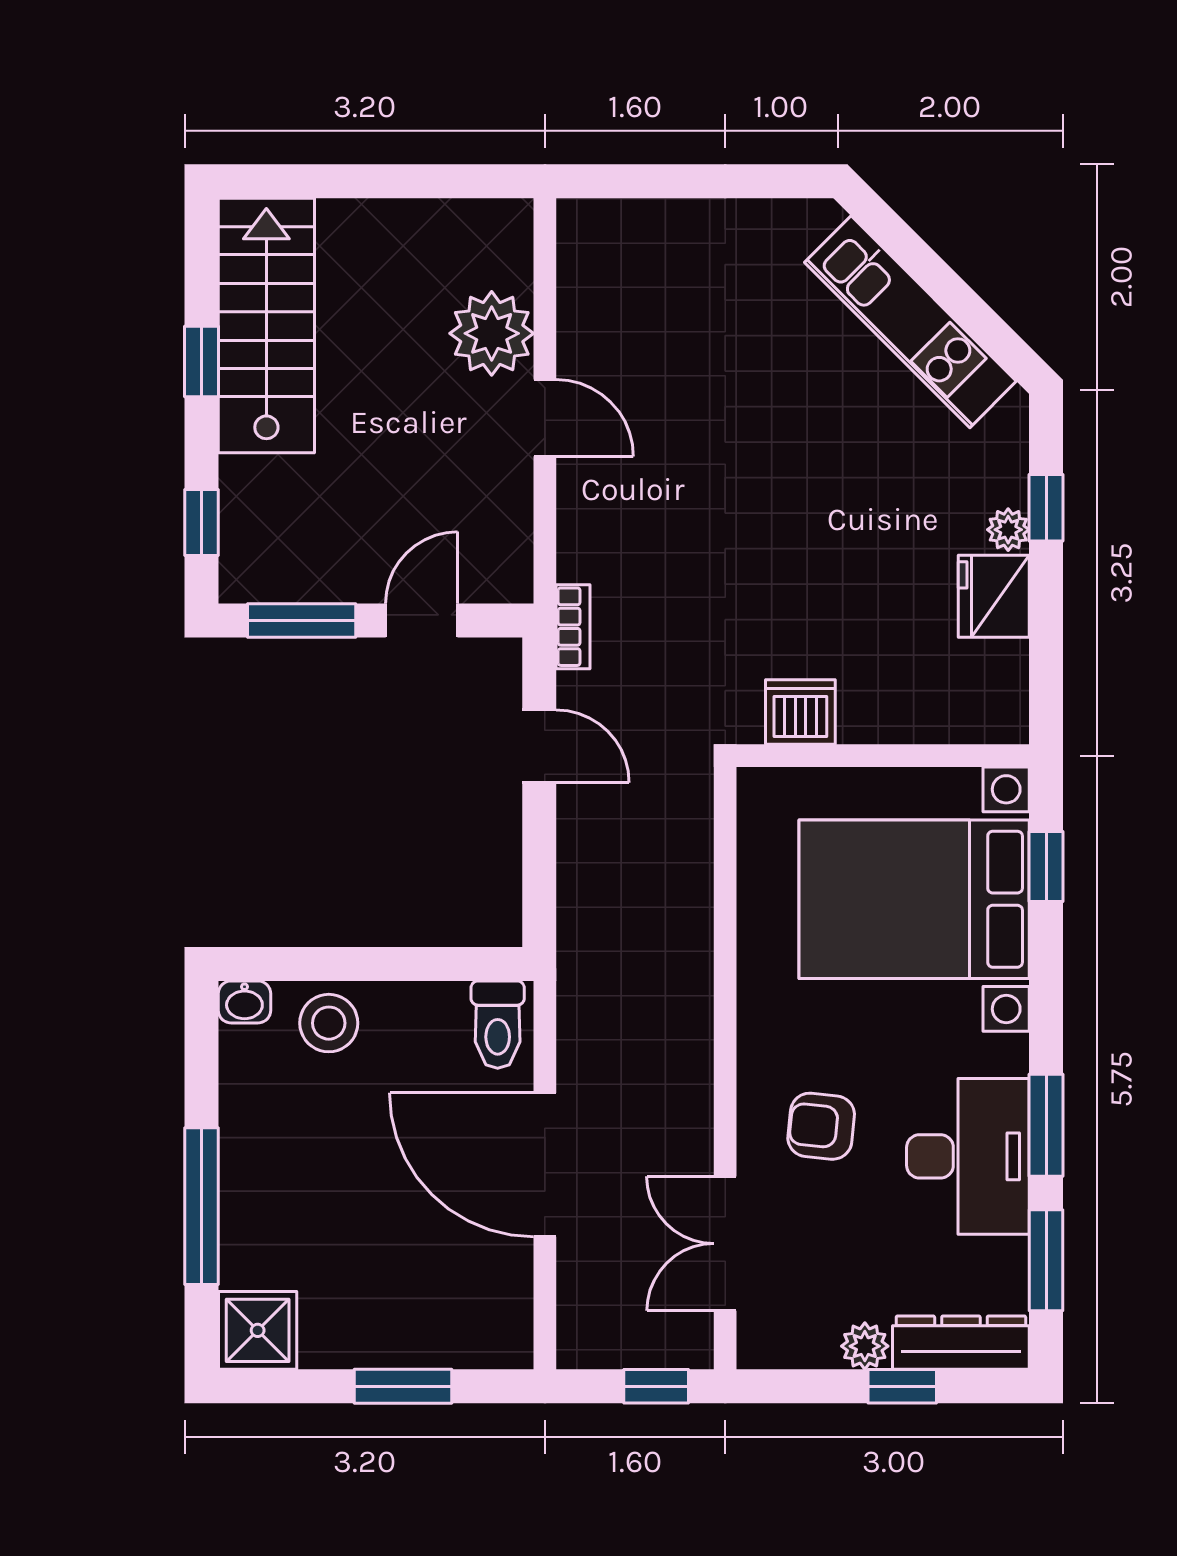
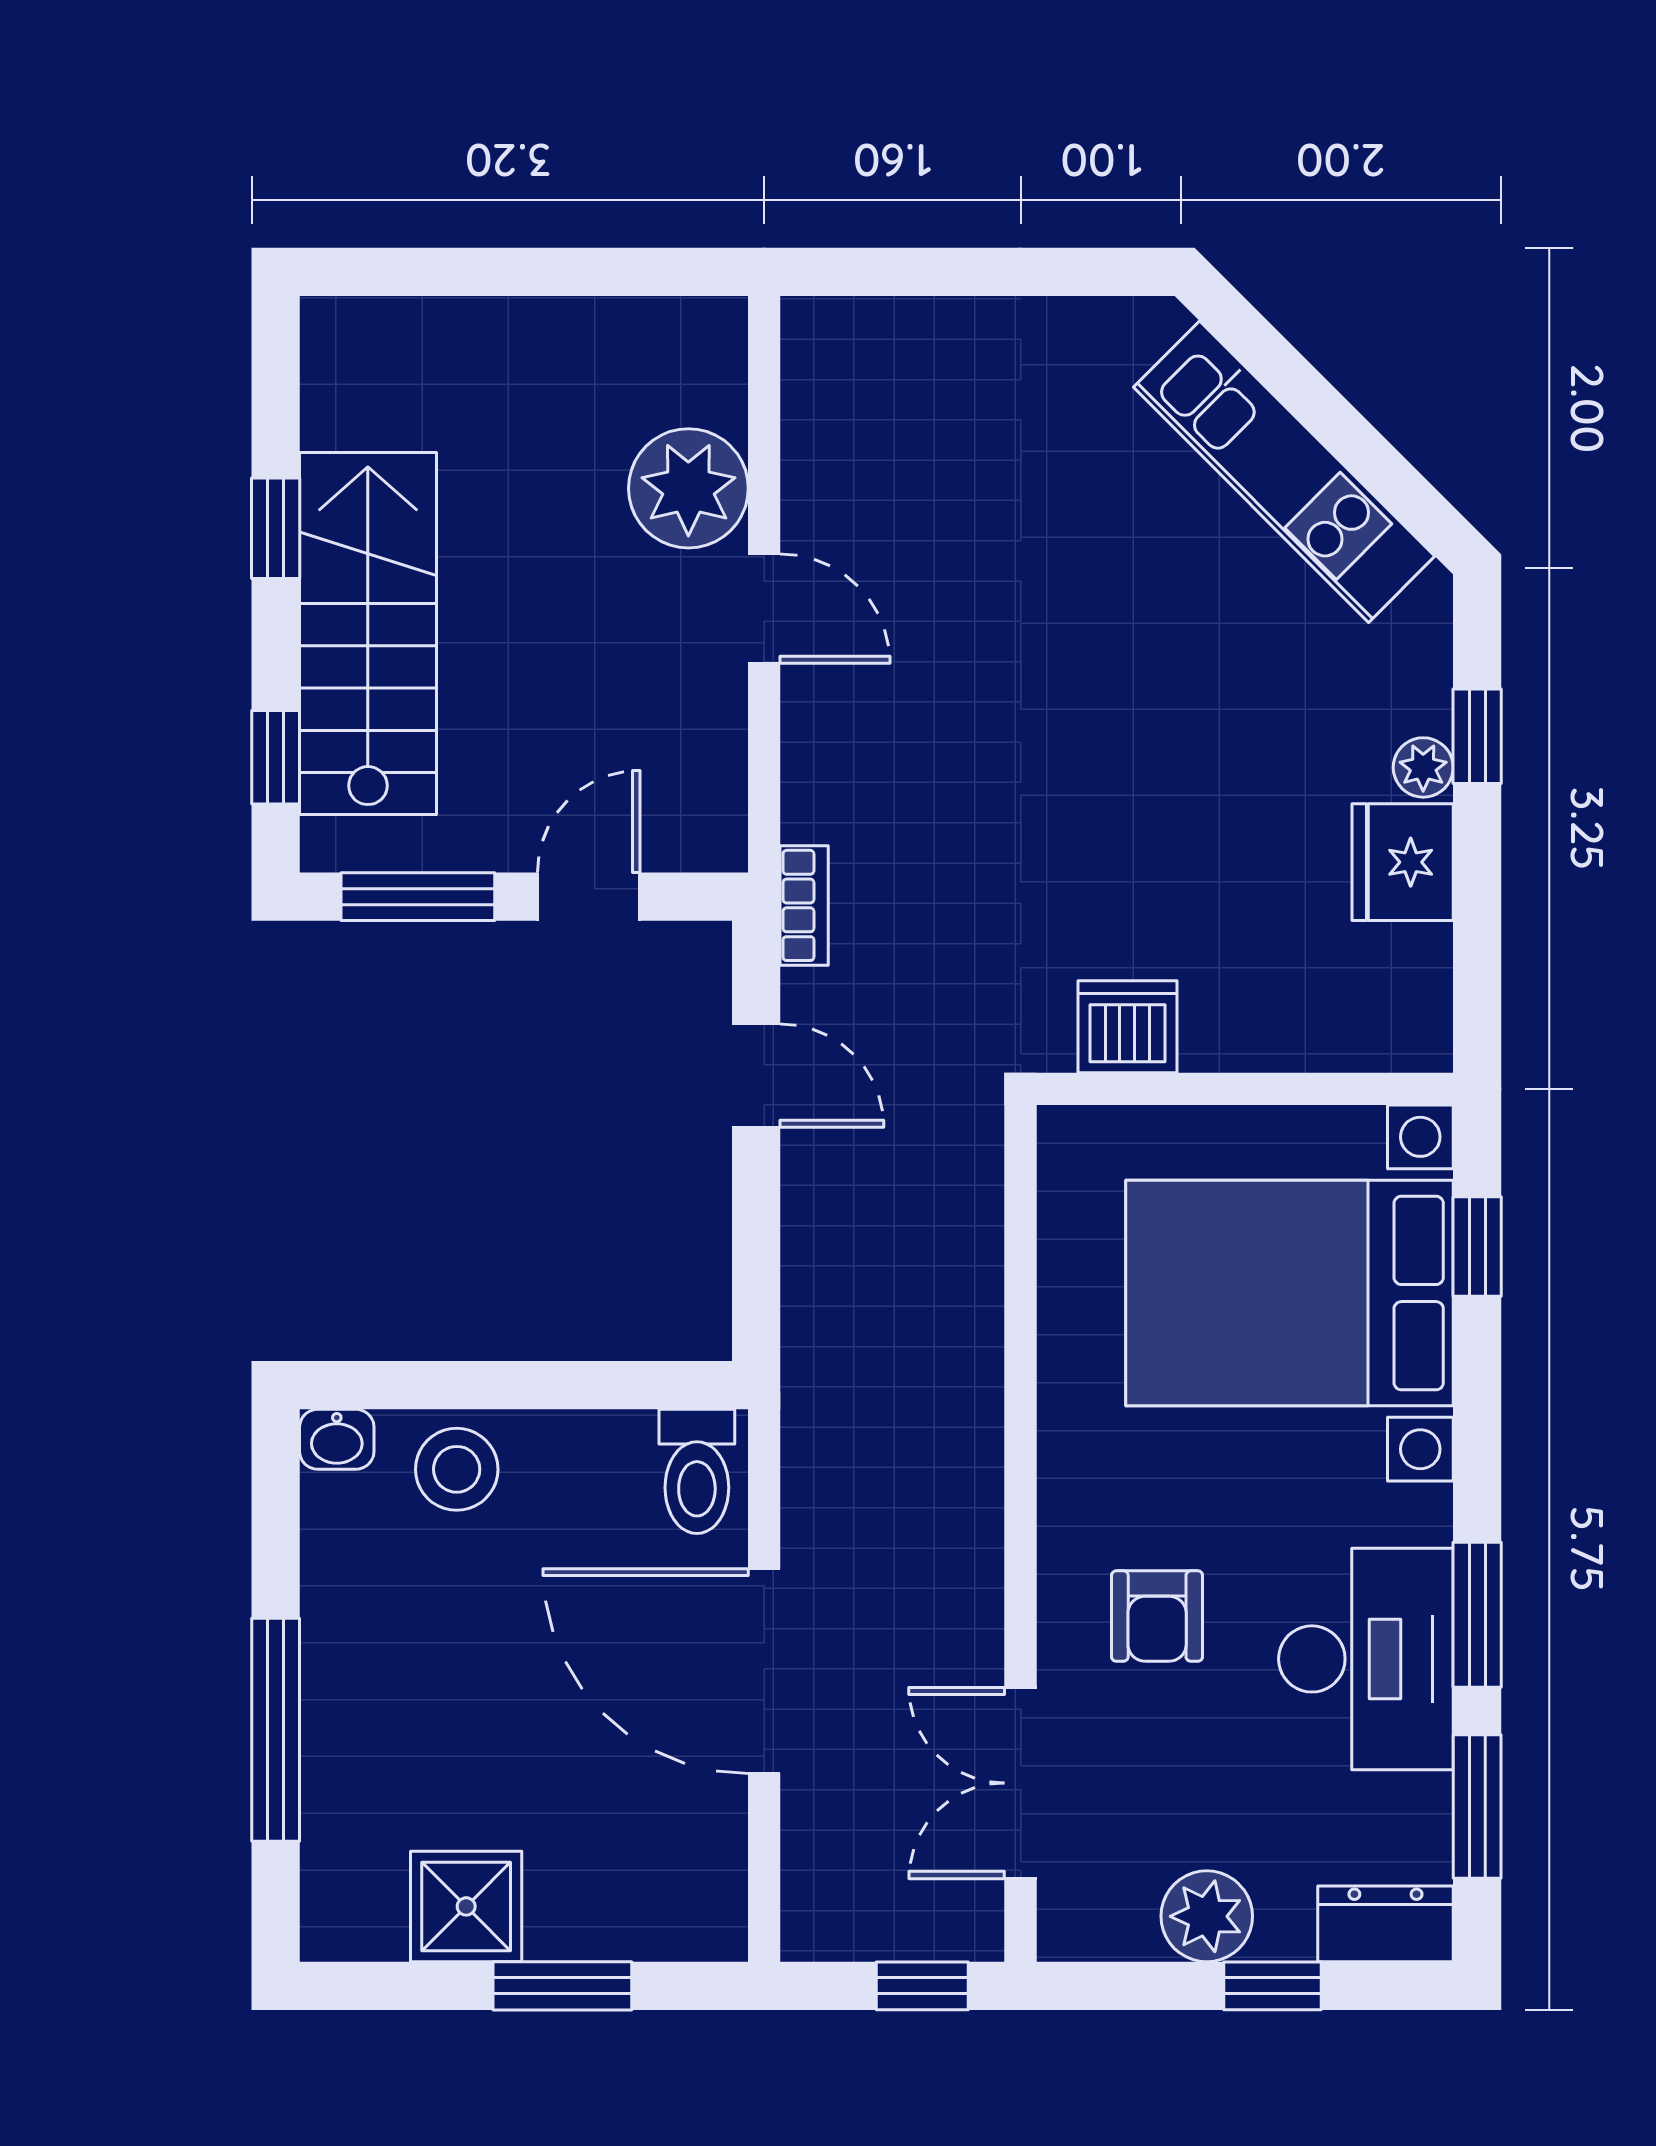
stairs: (266, 326) -> (368, 633), moved
armchair: (821, 1126) -> (1157, 1616), turned -96
shower: (258, 1330) -> (466, 1906), moved
dresser: (961, 1343) -> (1385, 1924), width x0.70
plant: (865, 1346) -> (1207, 1916), width x1.38, depth x1.38

